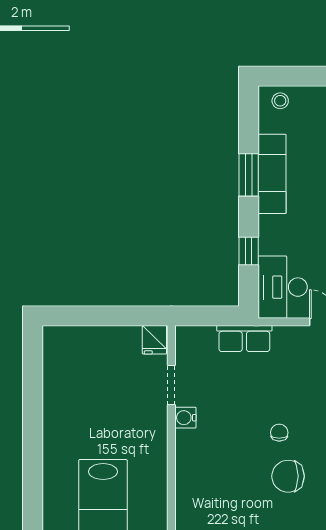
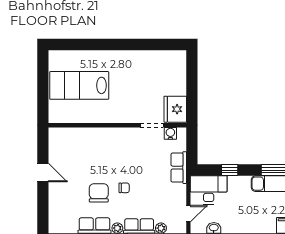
fridge: (154, 340) -> (175, 109), width x1.88, depth x1.34
water cooler: (185, 418) -> (170, 133), moved

